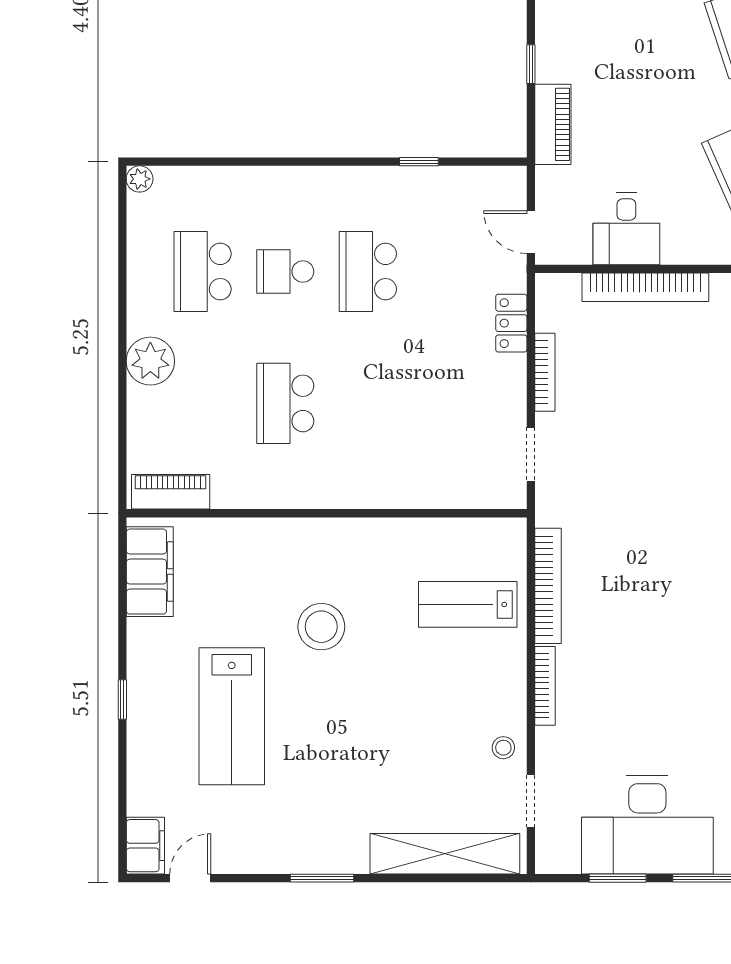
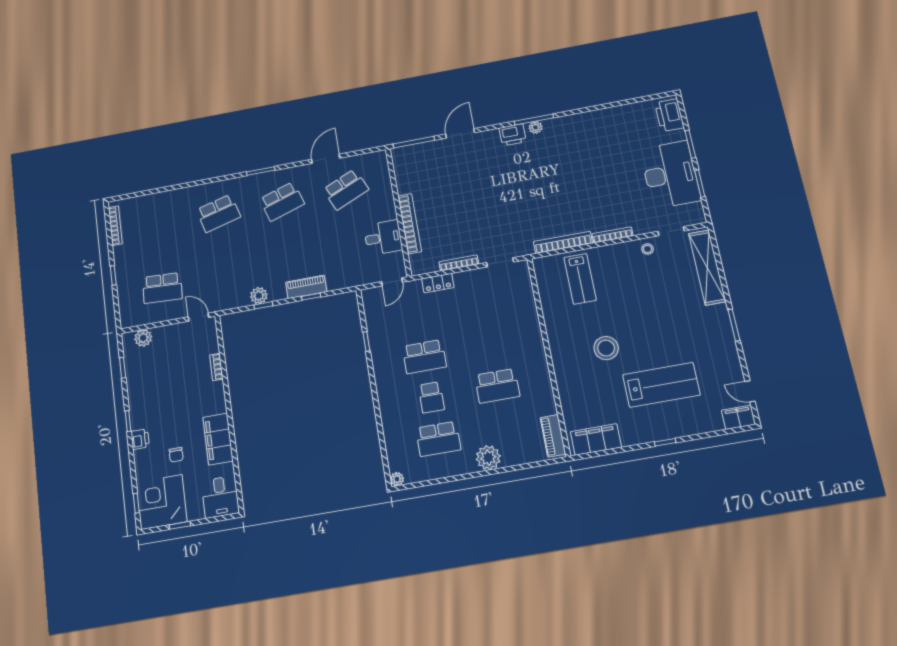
piano: (553, 124) -> (306, 287), moved

